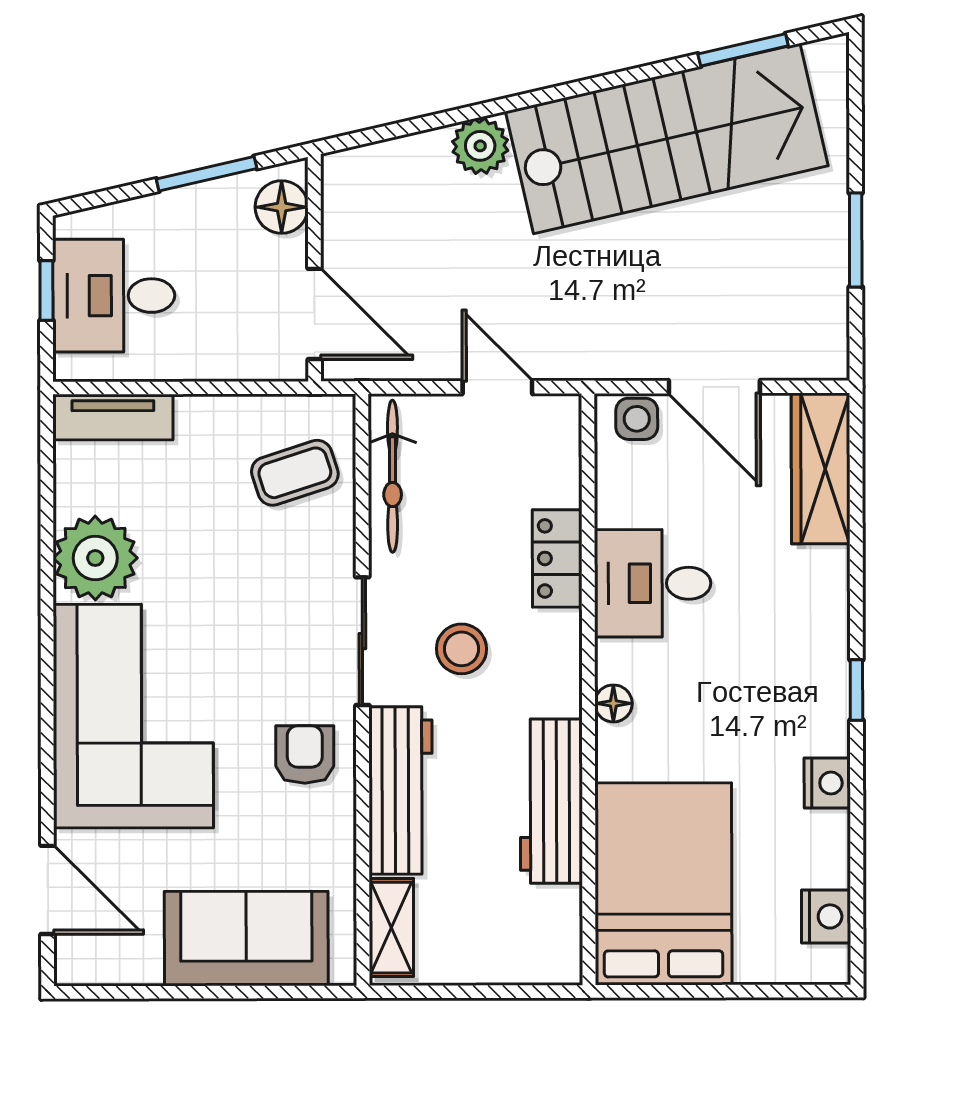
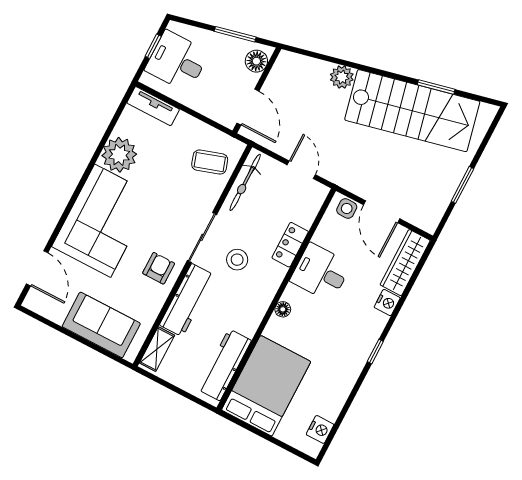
window: (743, 50) -> (436, 87), moved
nightstand: (827, 783) -> (387, 303), moved
workbench: (551, 801) -> (224, 365), moved

